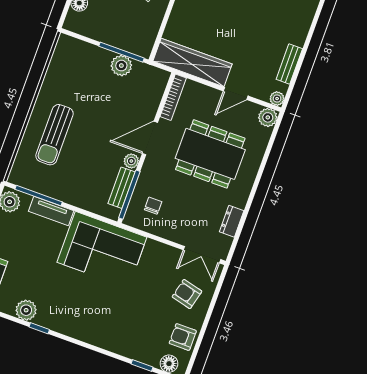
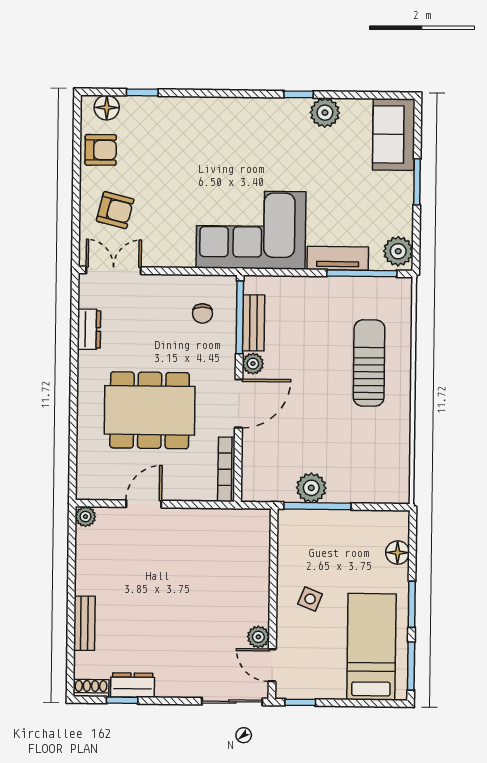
wardrobe: (192, 62) -> (217, 525), removed
bench: (289, 64) -> (84, 623), moved
plant: (268, 117) -> (89, 487), removed

